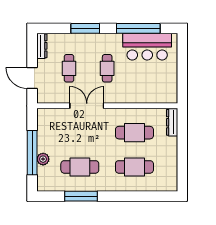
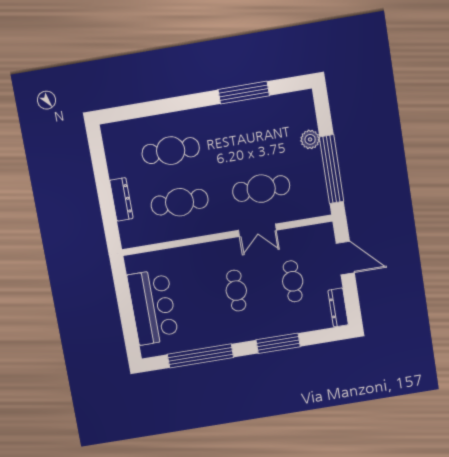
bar counter: (147, 47) -> (153, 307), moved, turned 90
double door: (87, 106) -> (257, 230), width x0.73
dresser: (172, 122) -> (121, 199), moved
window: (32, 153) -> (332, 169), moved
cafe table: (80, 167) -> (261, 189), moved

